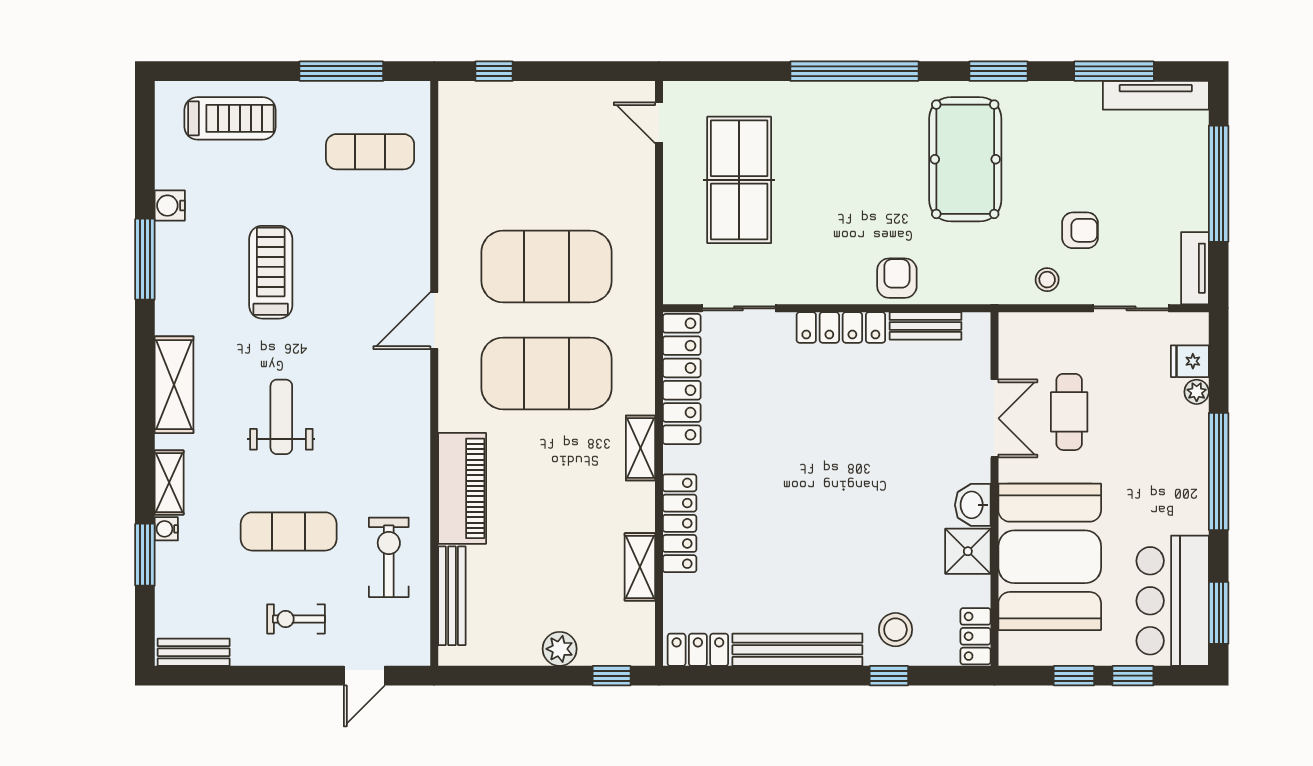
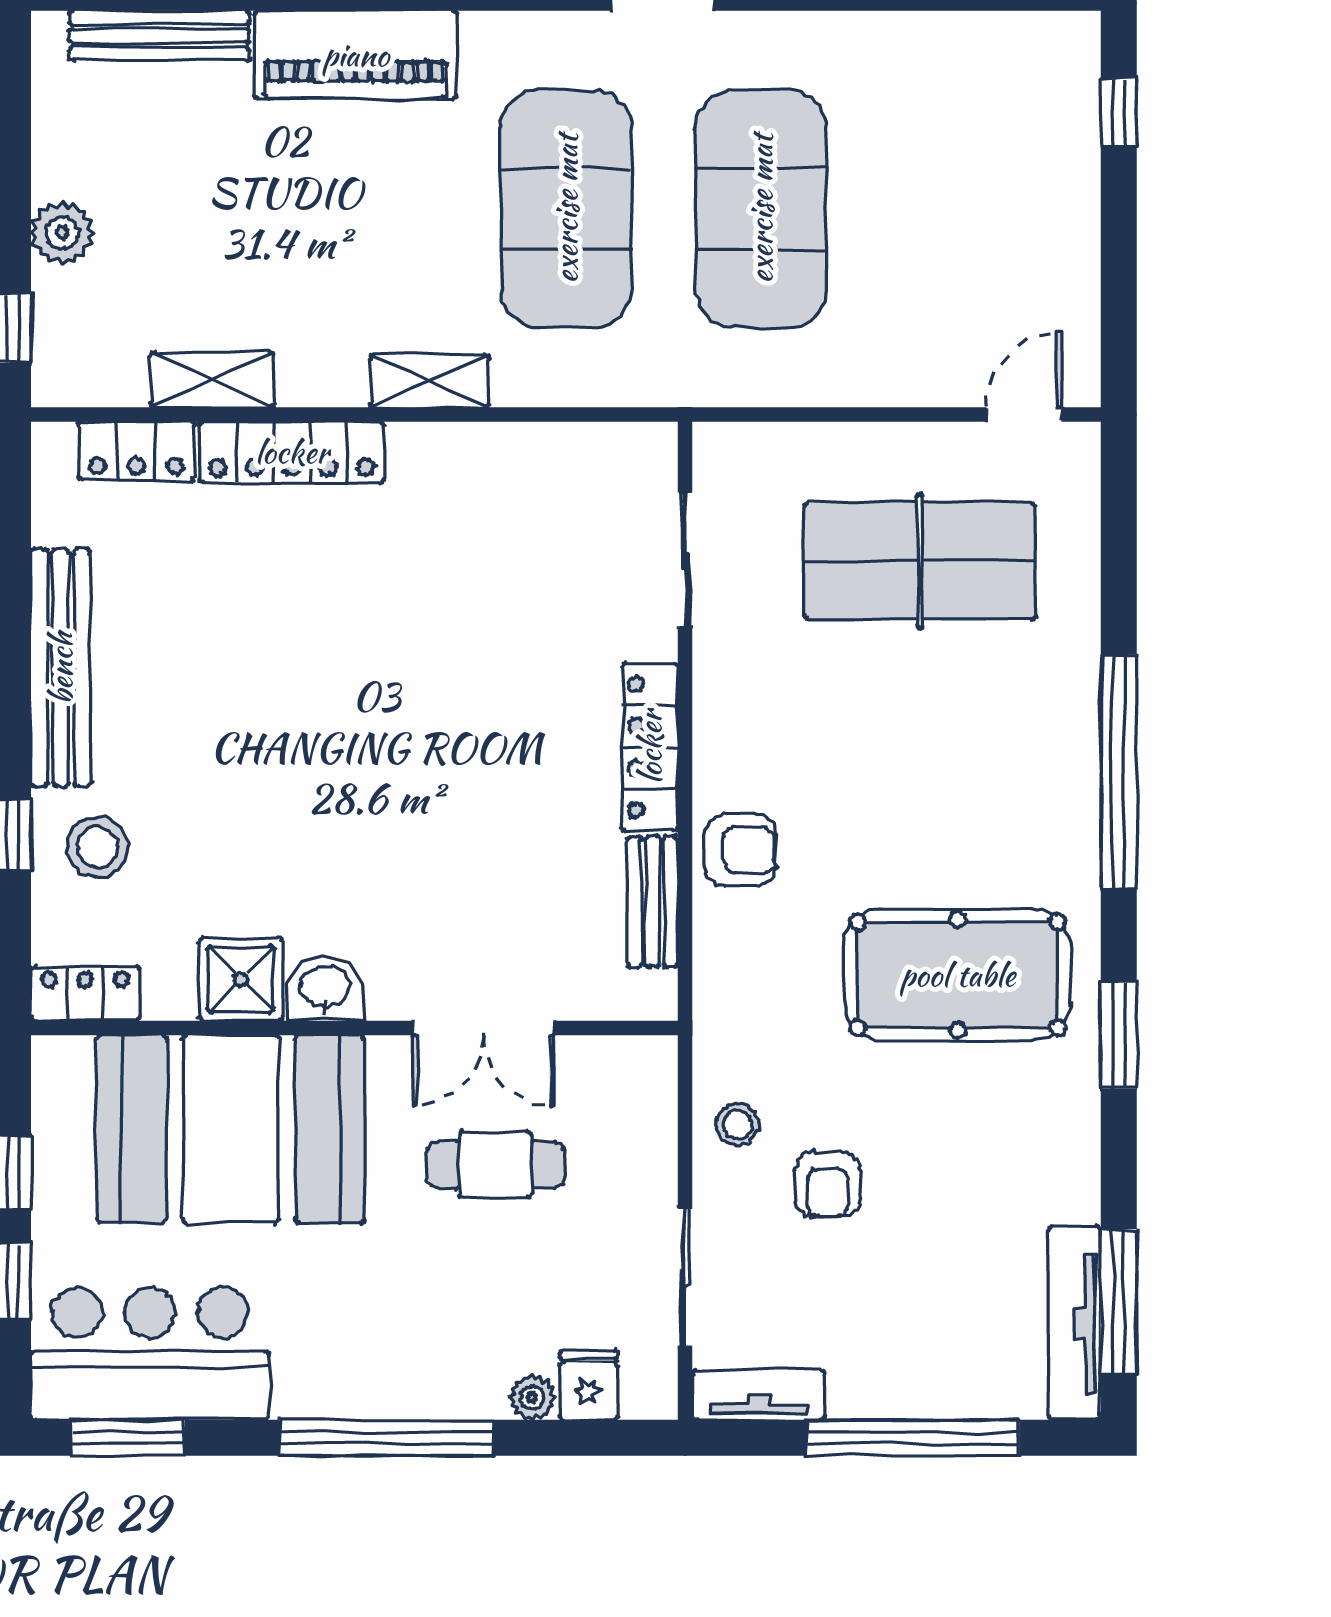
window: (1114, 71) -> (1119, 1302), moved
locker: (682, 379) -> (556, 456), removed
locker: (698, 650) -> (136, 451), moved, turned 90

